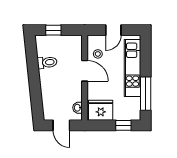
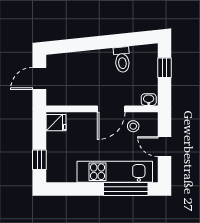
window: (146, 94) -> (126, 189), moved
washbasin: (78, 108) -> (149, 100), moved
fridge: (101, 110) -> (56, 123), width x0.53, depth x0.75

